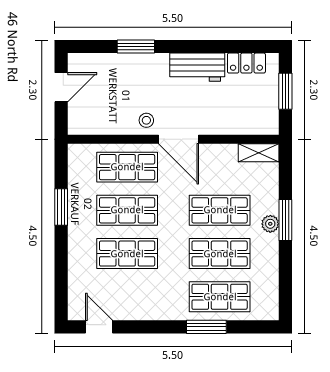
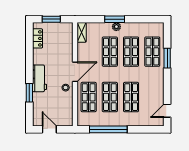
workbench: (197, 67) -> (40, 78), moved
window: (61, 207) -> (108, 129), width x2.11

